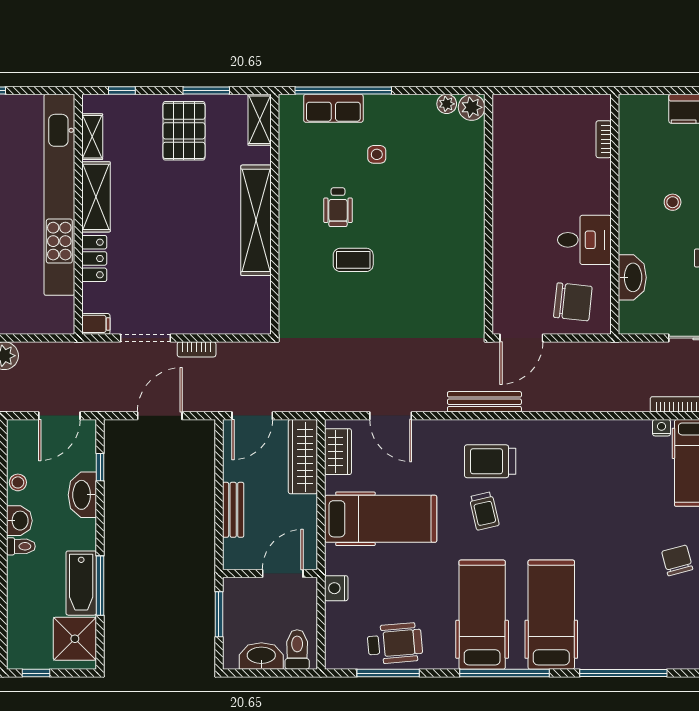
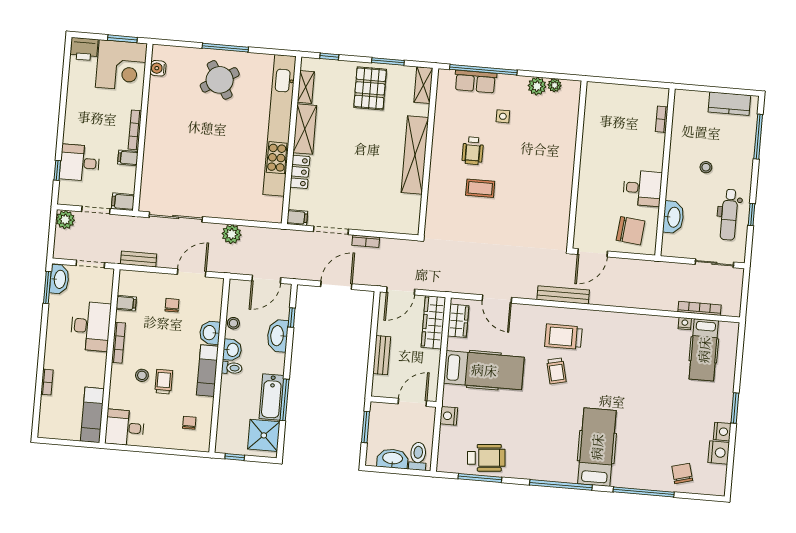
plant: (472, 107) -> (537, 86), moved
chair: (677, 560) -> (682, 473), moved
hospital bed: (482, 615) -> (549, 443), removed

